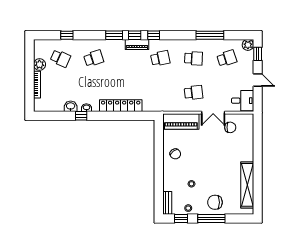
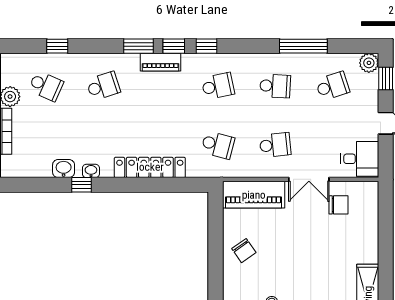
piano: (137, 45) -> (161, 62), moved
school desk: (160, 93) -> (218, 145), added

